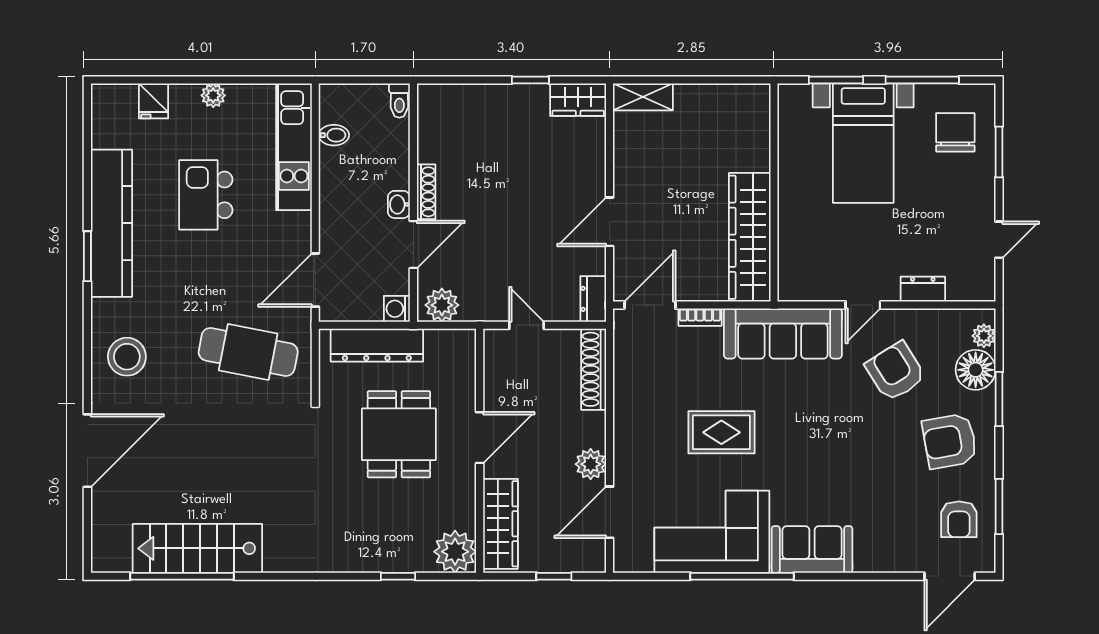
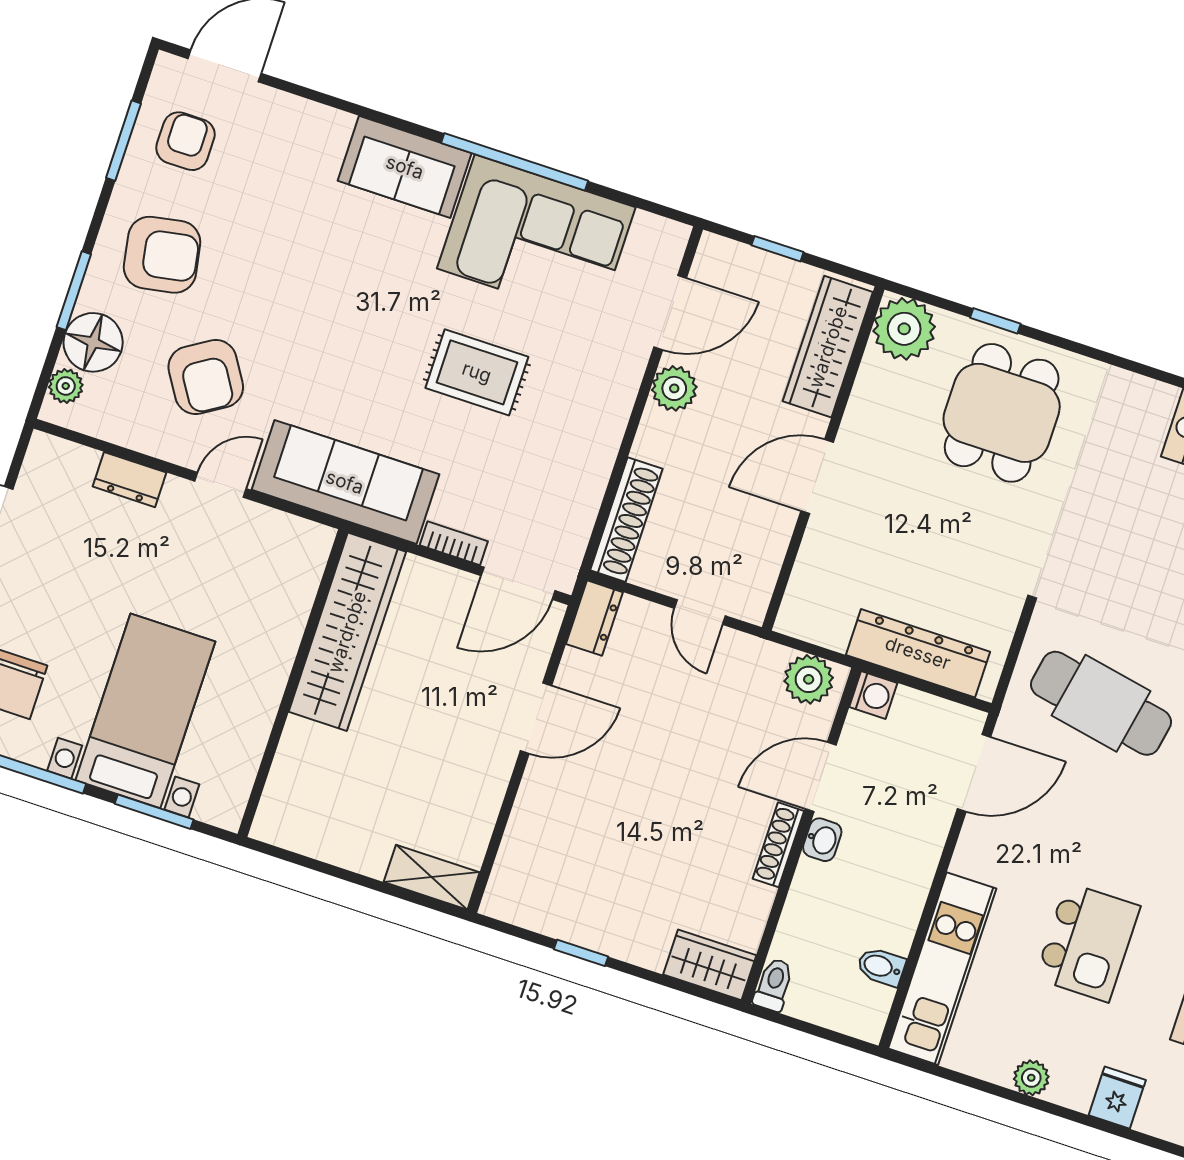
wardrobe: (578, 100) -> (710, 965), moved
dining table: (399, 434) -> (1002, 413), moved

